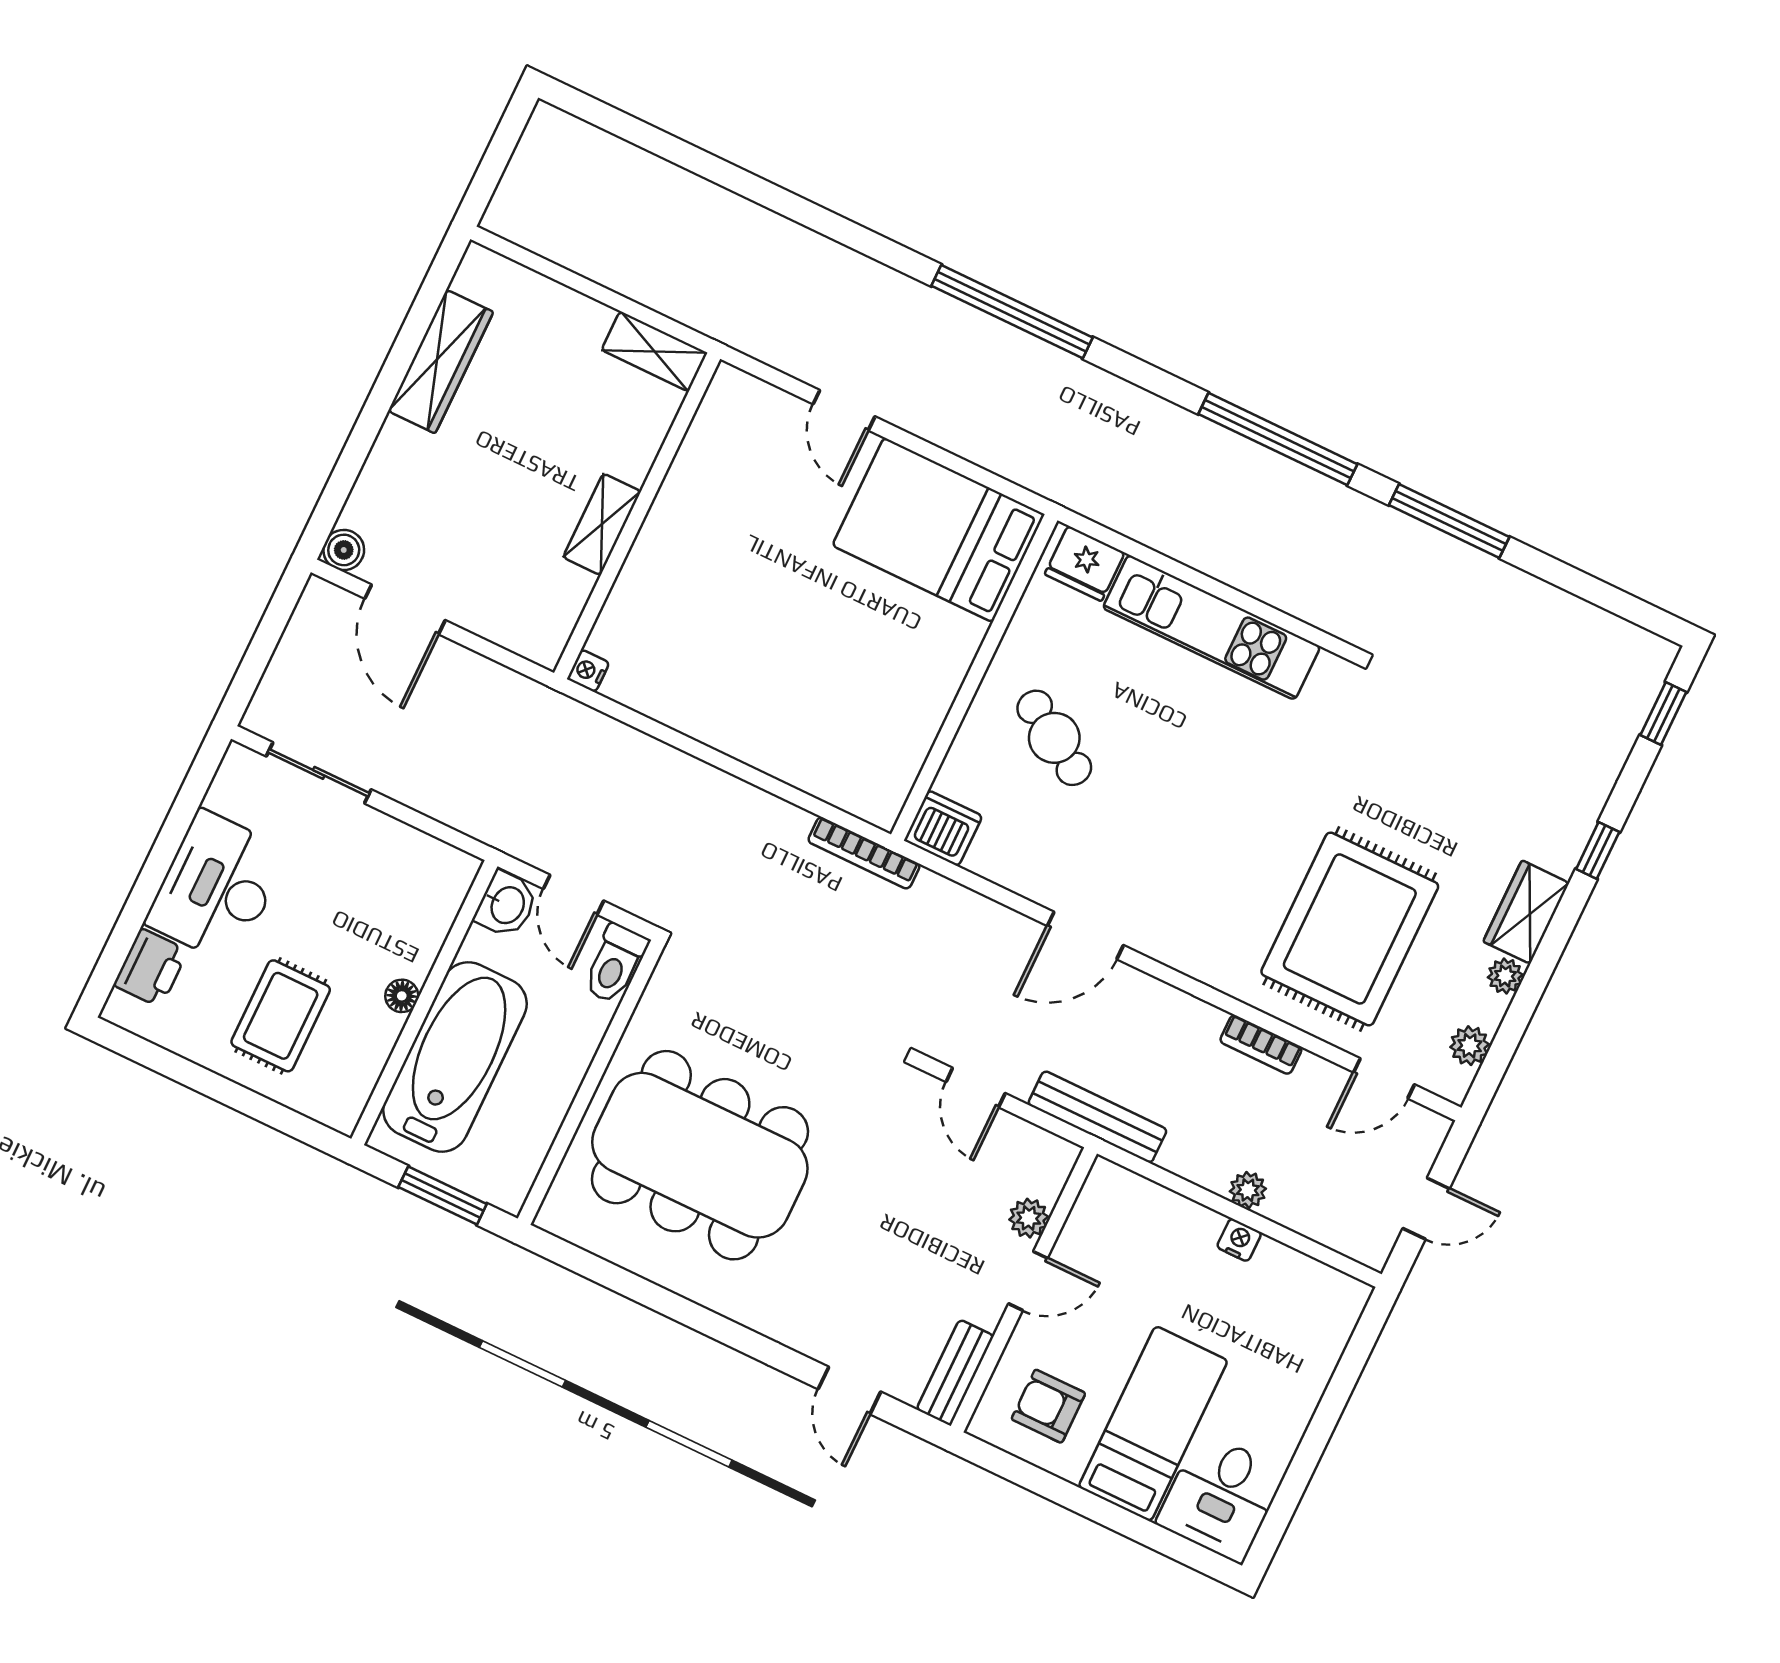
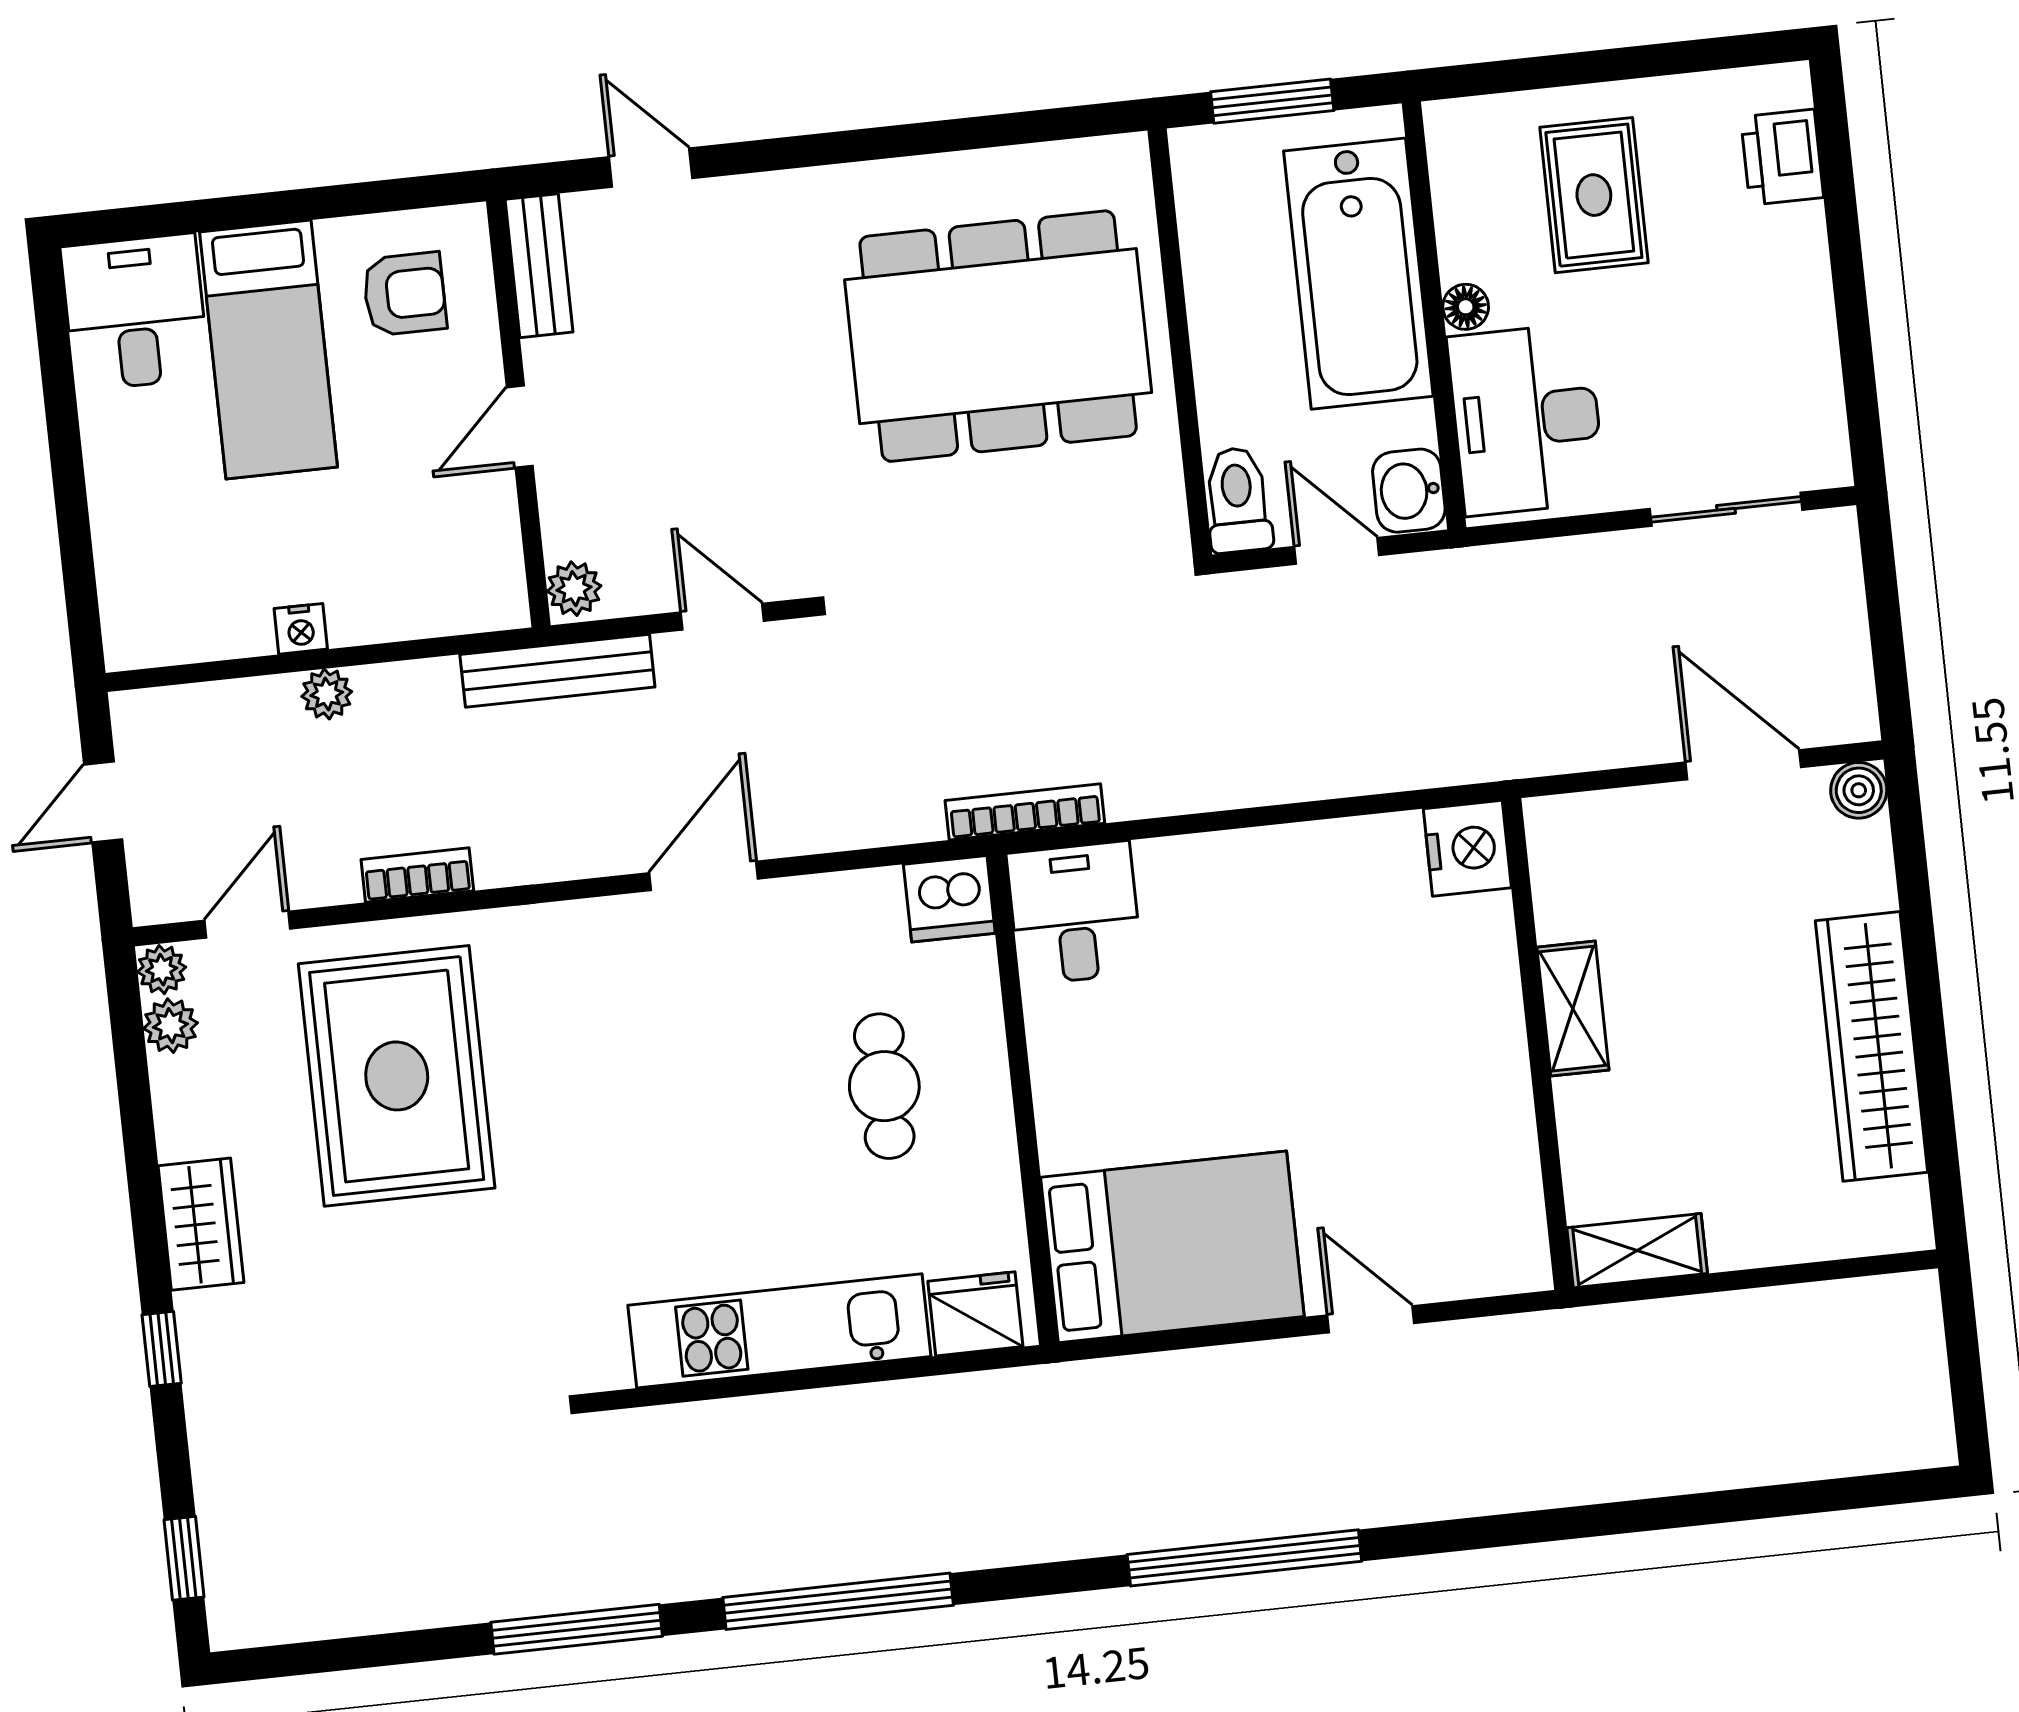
wardrobe: (441, 361) -> (1872, 1046), width x1.40, depth x1.17
nightstand: (588, 671) -> (1467, 848), width x1.89, depth x1.79
cafe table: (1054, 738) -> (884, 1086), turned 58
desk: (872, 772) -> (1075, 913), added
desk: (217, 887) -> (1526, 419), moved, turned 180
plant: (1505, 976) -> (162, 970), moved
plant: (1029, 1218) -> (574, 589), moved

